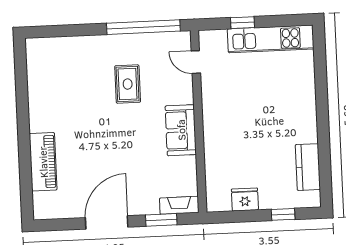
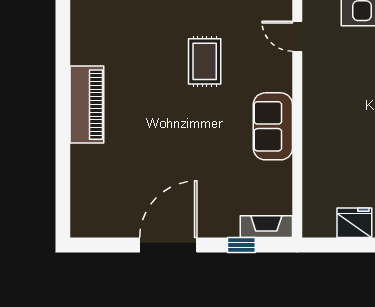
piano: (43, 162) -> (87, 105), moved
window: (161, 220) -> (241, 245), width x0.67

